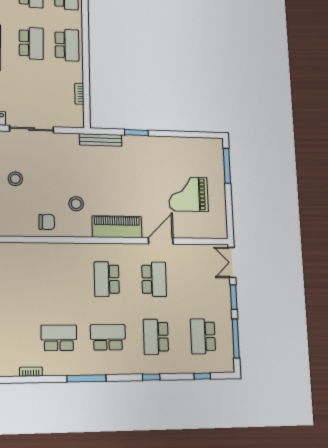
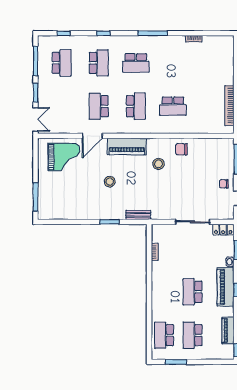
school desk: (67, 45) -> (164, 292), removed
bench: (101, 140) -> (138, 215), width x0.73
stool: (15, 179) -> (110, 182), moved
grand piano: (188, 194) -> (64, 157), moved
school desk: (59, 338) -> (173, 106), moved

